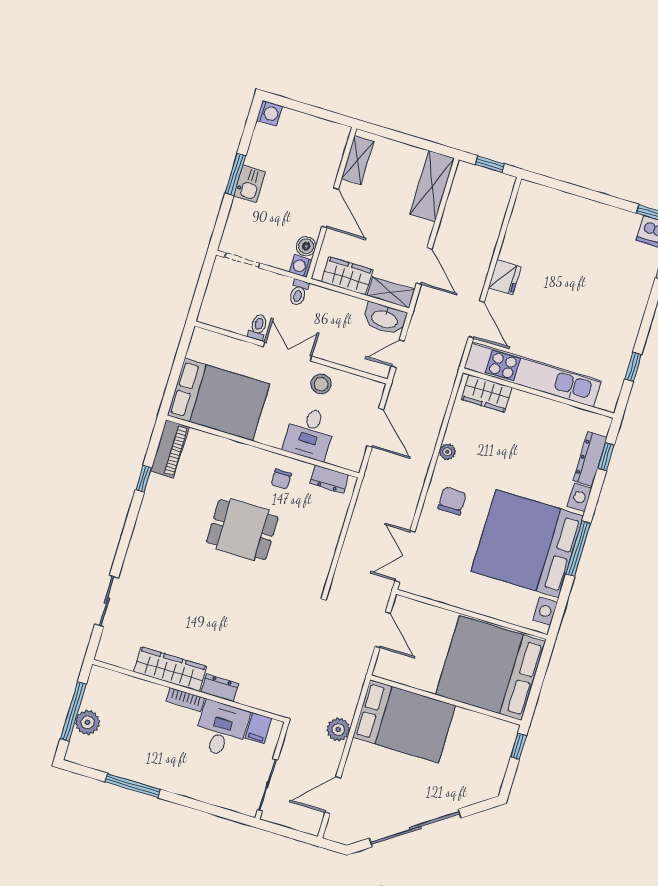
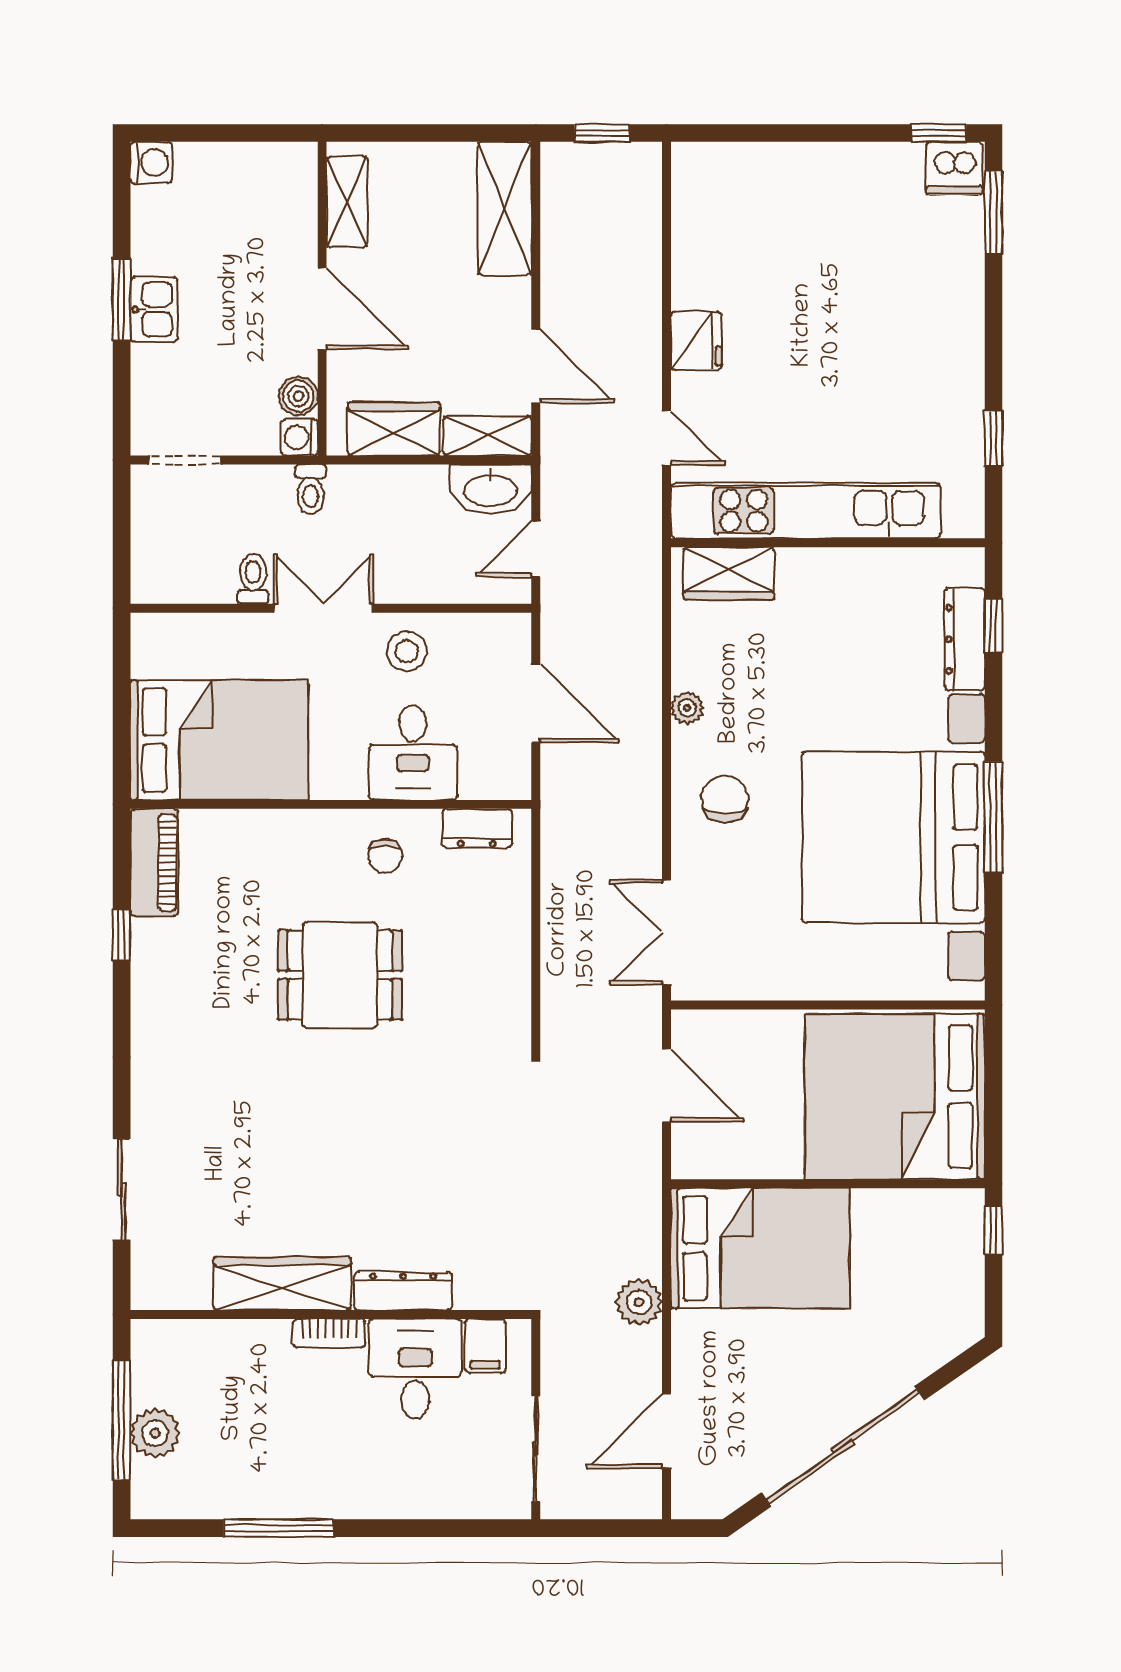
door: (476, 320) -> (667, 438), width x0.73
dresser: (220, 688) -> (403, 1291), width x1.44

